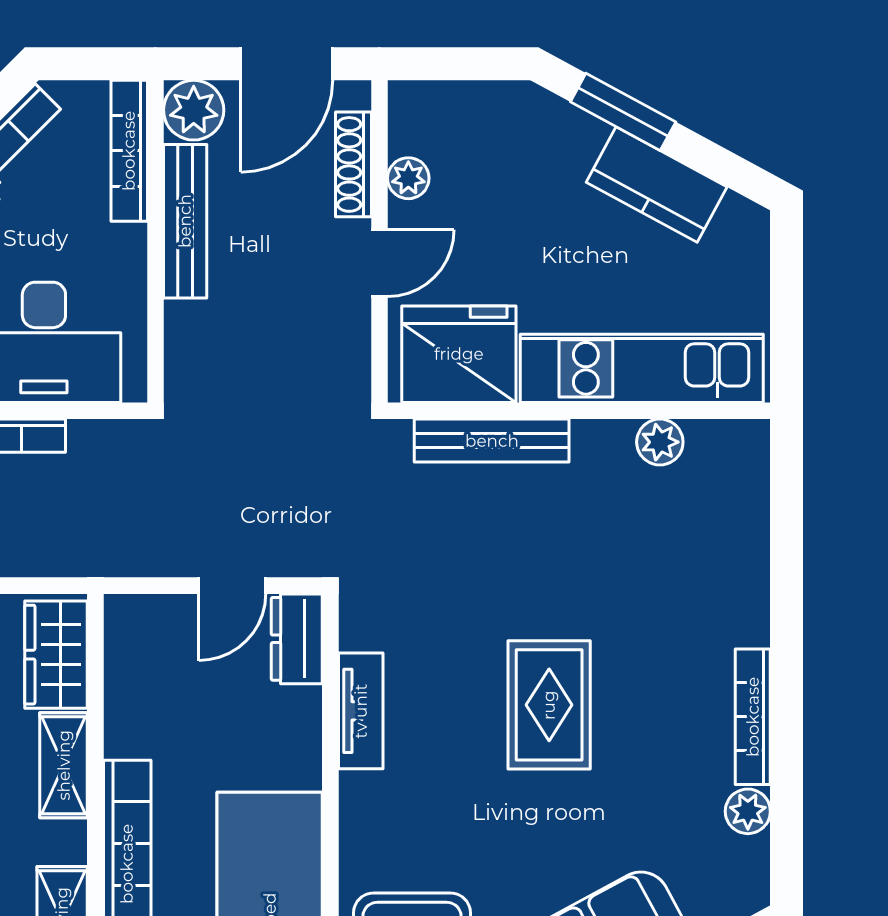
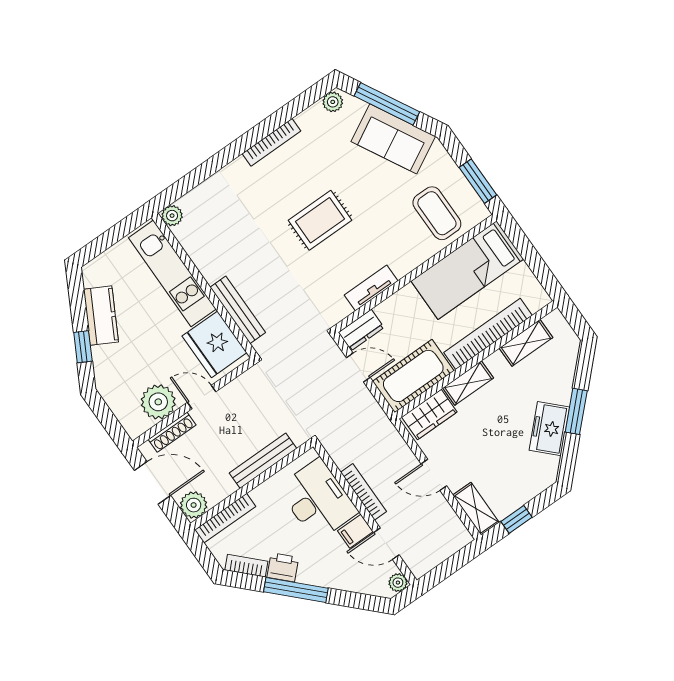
window: (623, 112) -> (83, 347), width x0.67
plant: (408, 178) -> (158, 402), width x1.88, depth x1.88
bench: (185, 221) -> (263, 461), moved
plant: (660, 442) -> (172, 216), moved
cot: (147, 675) -> (413, 376), added
plant: (748, 811) -> (333, 102), moved

